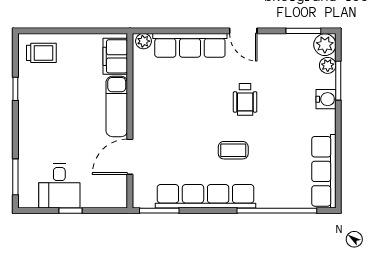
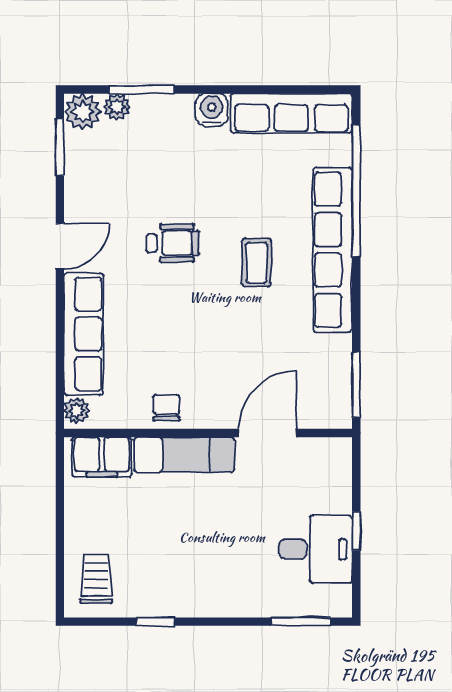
chair: (145, 96) -> (166, 408), added
water cooler: (326, 99) -> (212, 110), moved
door: (130, 157) -> (267, 433), swing flipped
row of seats: (206, 196) -> (333, 250), moved

